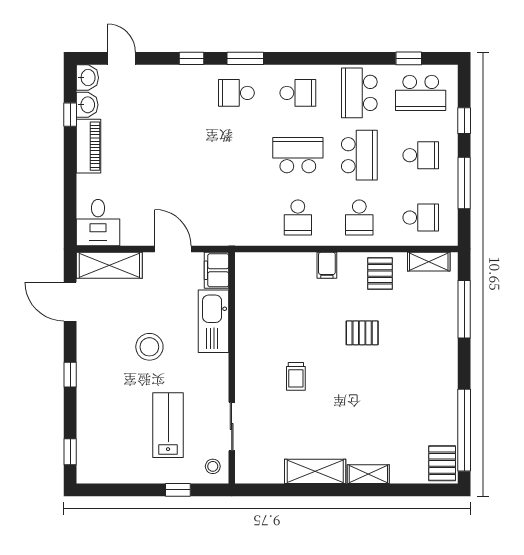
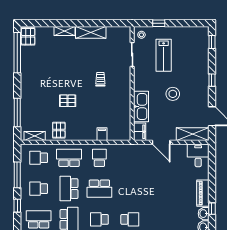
school desk: (359, 218) -> (69, 158), width x1.85
filing cabinet: (327, 265) -> (102, 134), moved

